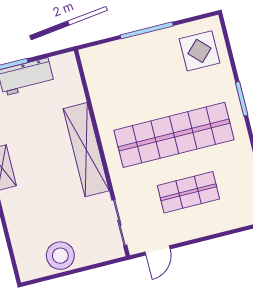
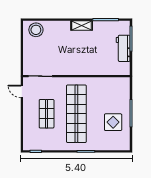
display table: (200, 51) -> (113, 122), moved
shelving: (86, 150) -> (80, 69), removed
stool: (60, 256) -> (36, 30), moved

